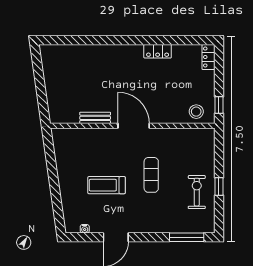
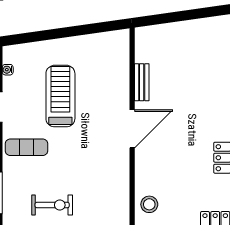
exercise mat: (151, 175) -> (26, 147), moved
treadmill: (107, 185) -> (60, 96), width x1.37, depth x1.38

